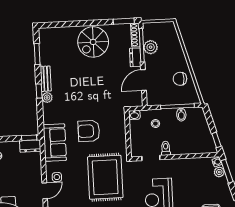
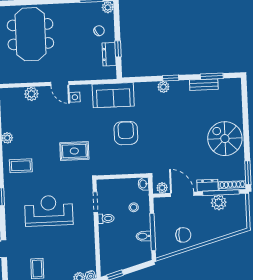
bench: (46, 79) -> (204, 85), moved
chair: (180, 79) -> (183, 235), turned 90
plant: (138, 98) -> (162, 188), added
window: (29, 138) -> (118, 49), moved
dresser: (30, 146) -> (109, 54), moved
rug: (105, 177) -> (74, 151), width x0.54, depth x0.49

